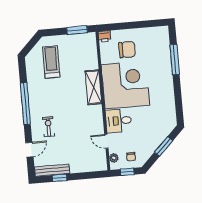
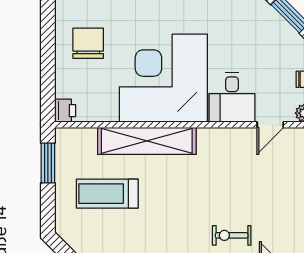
chair: (127, 50) -> (88, 43), moved
treadmill: (51, 62) -> (107, 194), moved
shelving: (93, 87) -> (147, 141), width x1.47

